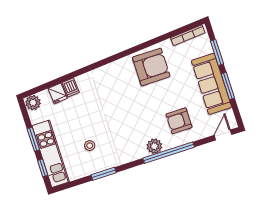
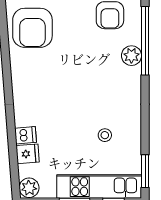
armchair: (151, 67) -> (32, 28), turned 180
window: (104, 174) -> (145, 171), moved

